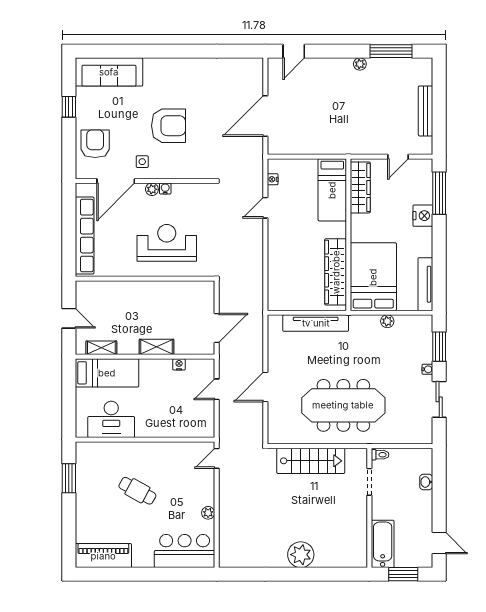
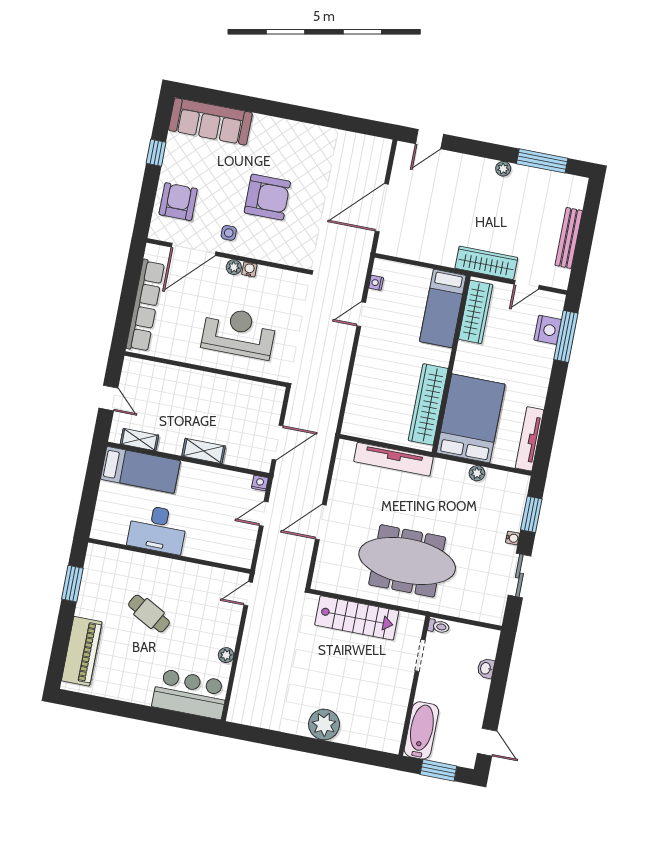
wardrobe: (361, 145) -> (486, 263), added
nightstand: (423, 216) -> (548, 330), moved
nightstand: (179, 364) -> (260, 483), moved
desk: (111, 419) -> (158, 529), moved
piano: (103, 556) -> (82, 651), moved, turned 90

